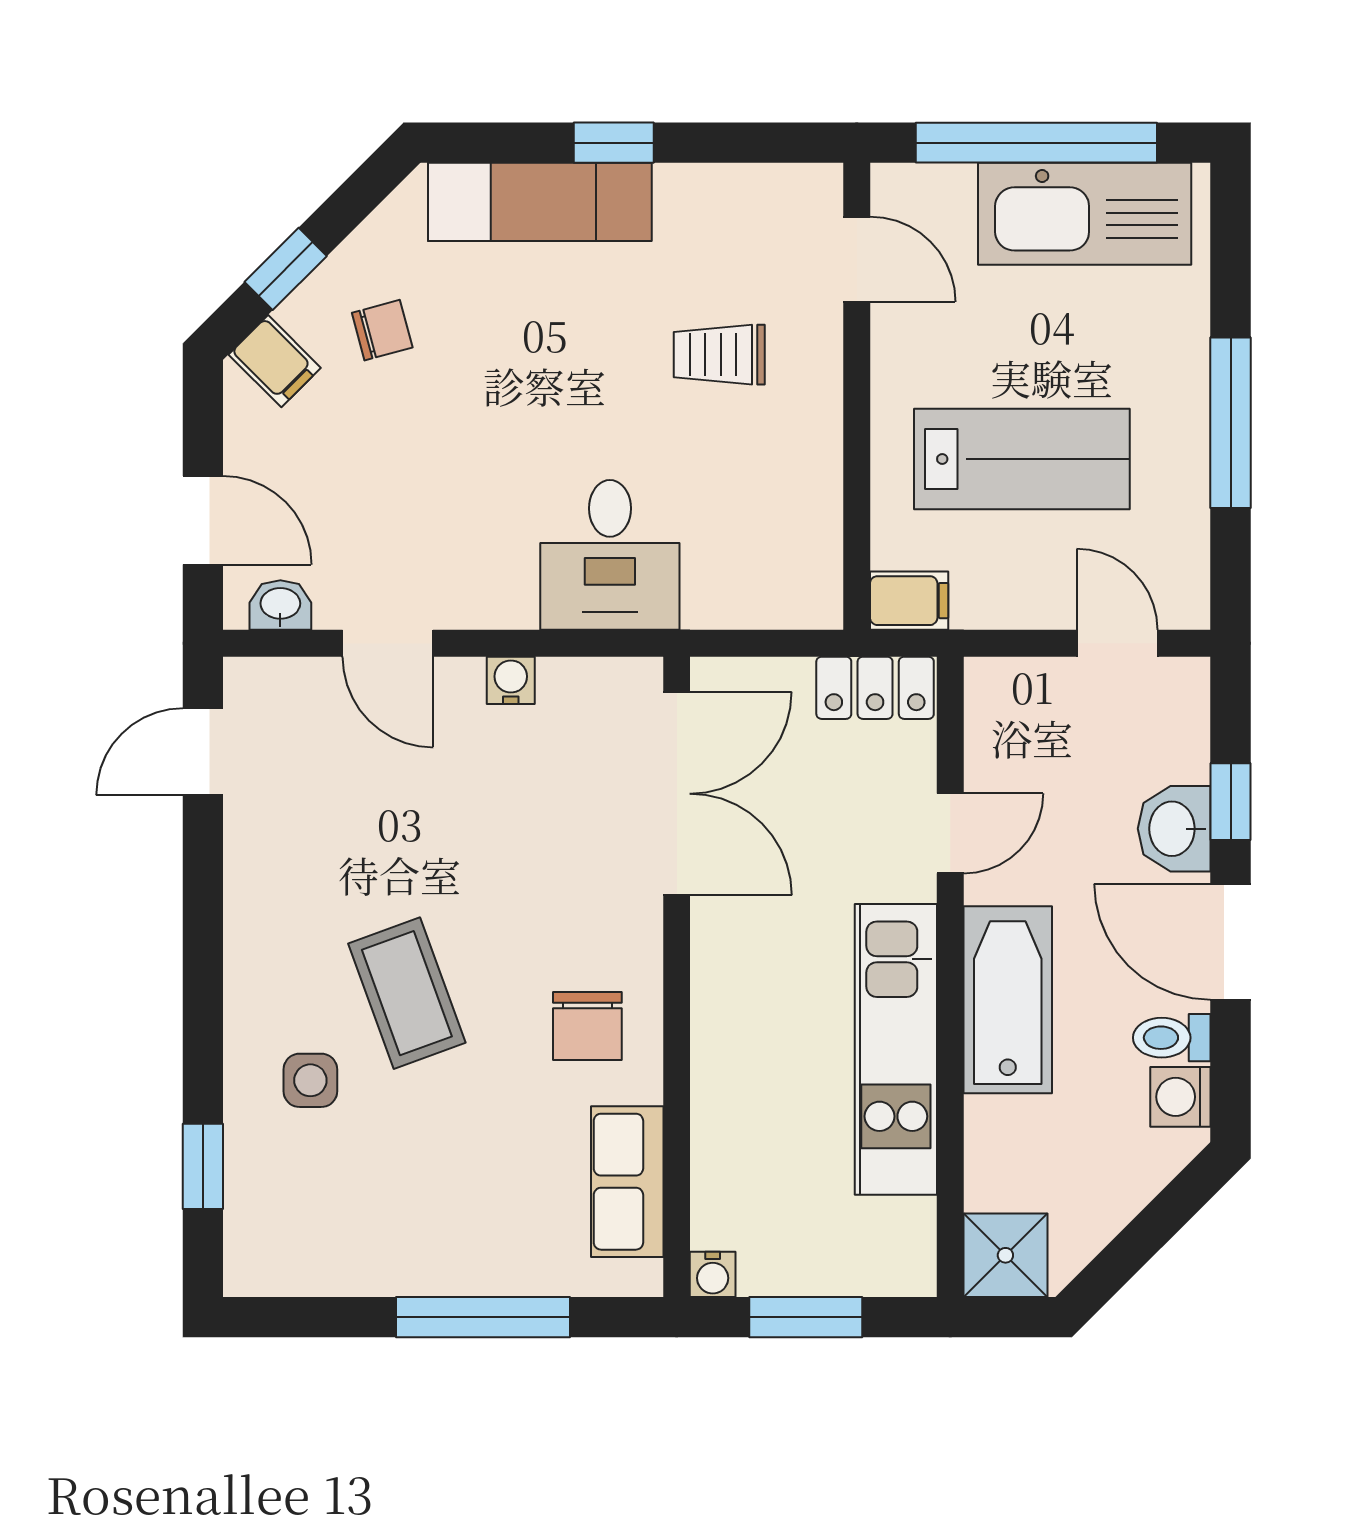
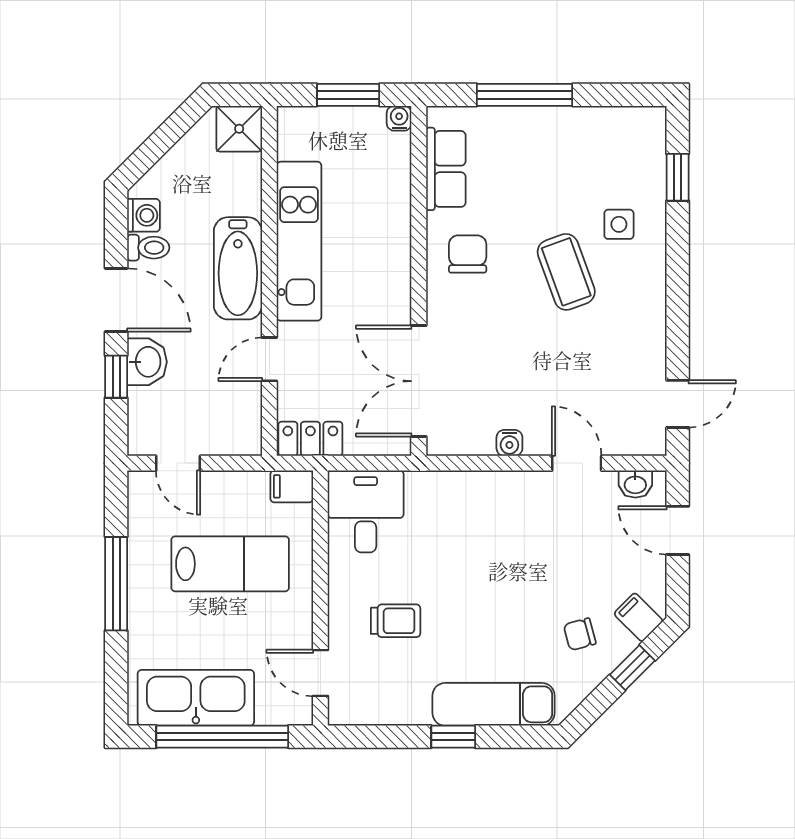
lab bench: (1022, 459) -> (230, 564), turned 180
desk: (610, 555) -> (366, 511), moved

